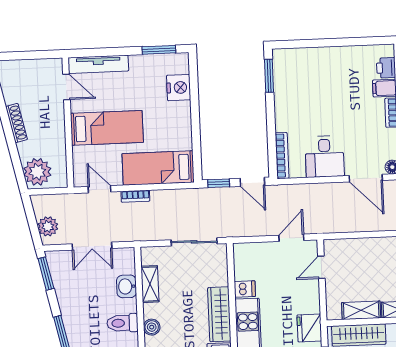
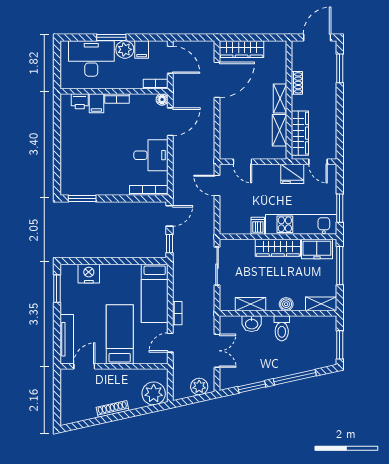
window: (46, 274) -> (252, 387), moved

